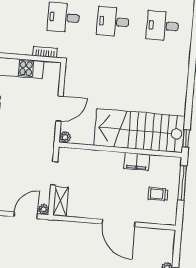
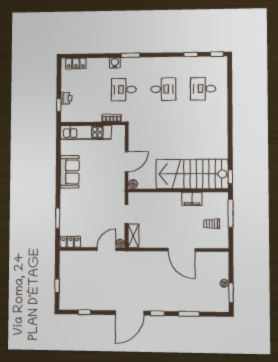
desk: (113, 22) -> (163, 89), turned 180

